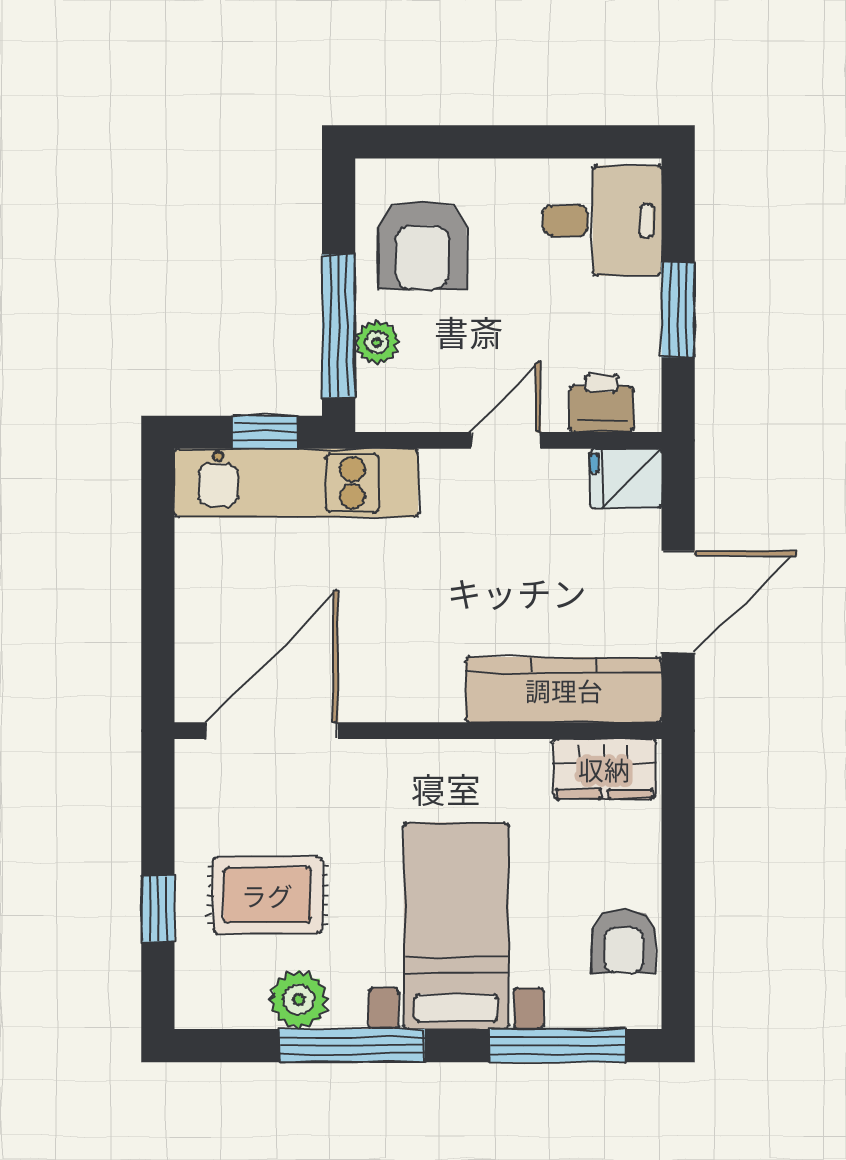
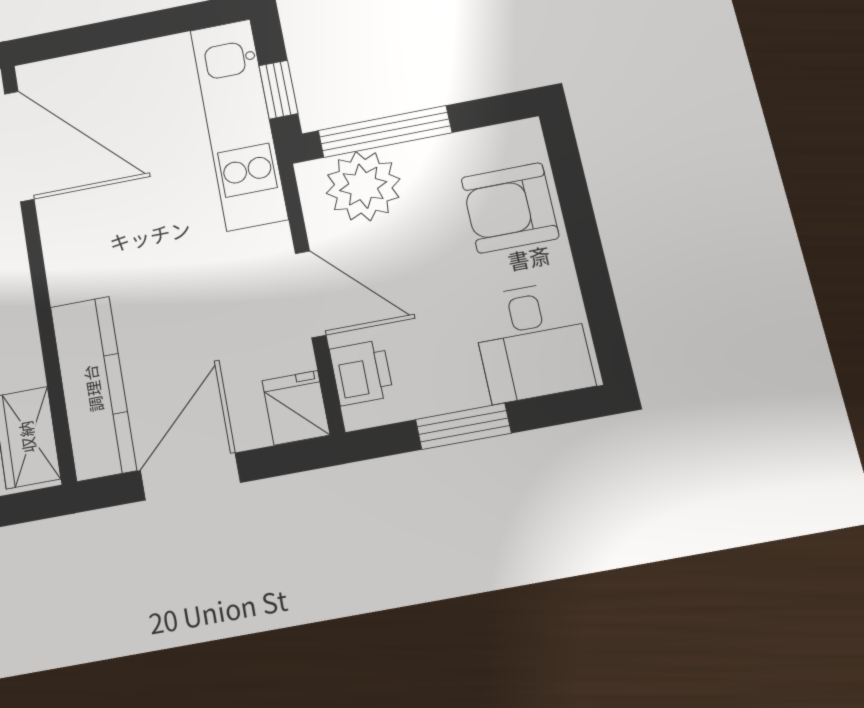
armchair: (422, 245) -> (510, 208), moved
plant: (377, 342) -> (363, 186), width x1.88, depth x1.88
door: (506, 440) -> (311, 294), width x1.38
door: (678, 602) -> (190, 476), swing flipped

